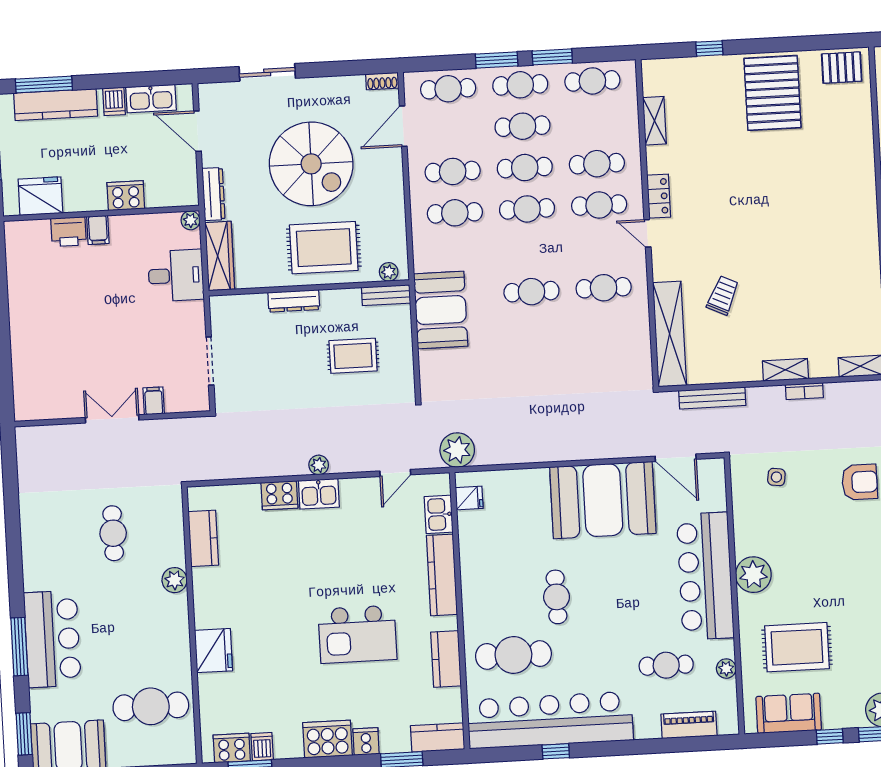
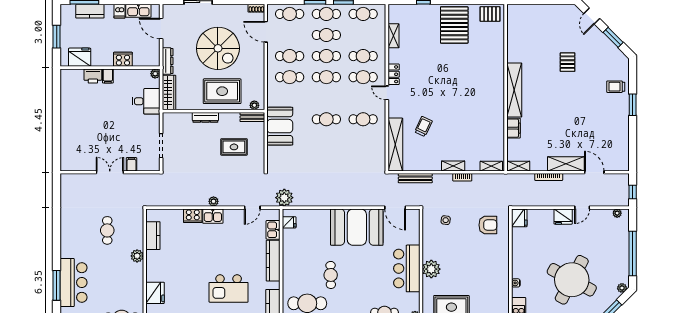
kitchen counter: (56, 105) -> (90, 11), width x0.67
door: (403, 126) -> (266, 32), hinge flipped
bar counter: (705, 576) -> (407, 268), width x0.73

